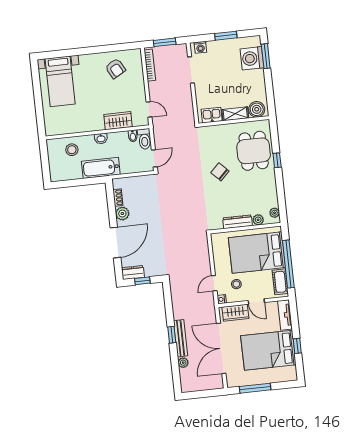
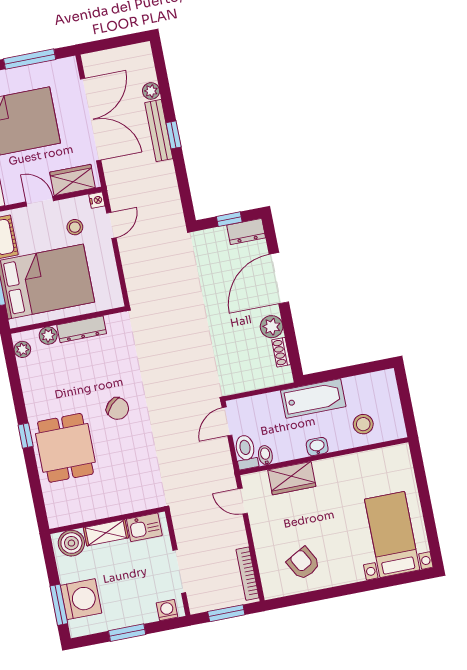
boiler: (257, 109) -> (71, 543), moved
shelving: (235, 114) -> (106, 533), moved
kitchen sink: (212, 115) -> (144, 527), moved
wall: (234, 121) -> (107, 520), moved

